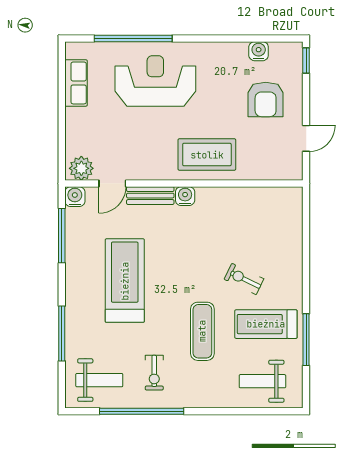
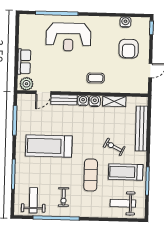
reception desk: (155, 81) -> (68, 37), turned 180
row of seats: (76, 83) -> (24, 62), moved
coffee table: (207, 155) -> (96, 78), width x0.54, depth x0.58
shelving: (242, 196) -> (114, 101), added
water cooler: (75, 197) -> (95, 101), moved
bench: (293, 244) -> (141, 128), added
treadmill: (125, 281) -> (49, 146), turned -90
weight bench: (99, 380) -> (33, 200), turned -90

